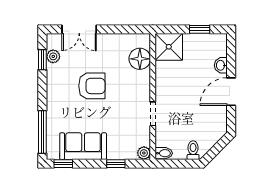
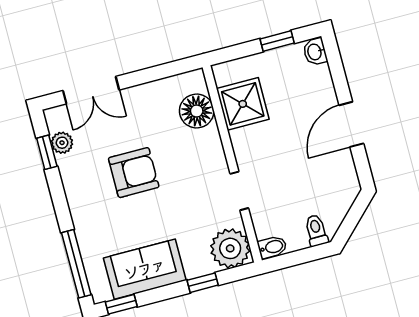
shower: (169, 47) -> (243, 104), moved
washbasin: (221, 65) -> (315, 52), moved
plant: (144, 153) -> (230, 248), width x1.87, depth x1.87

